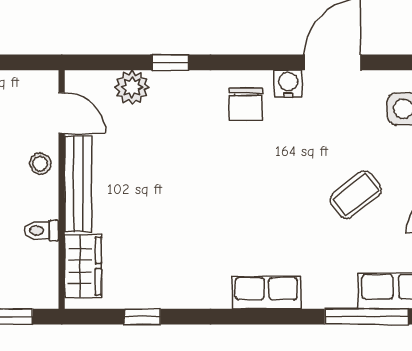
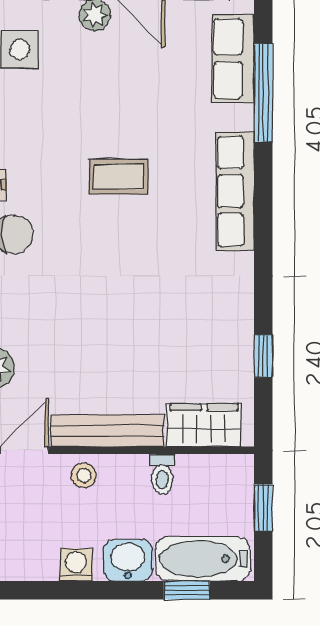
coffee table: (356, 195) -> (118, 177), moved, turned -52
row of seats: (266, 293) -> (235, 191), width x1.48

